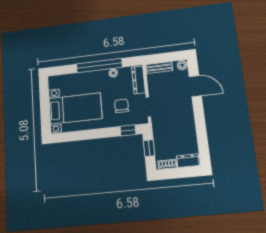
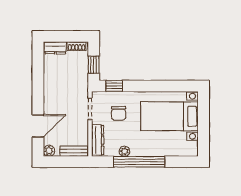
door: (195, 86) -> (38, 126), swing flipped

